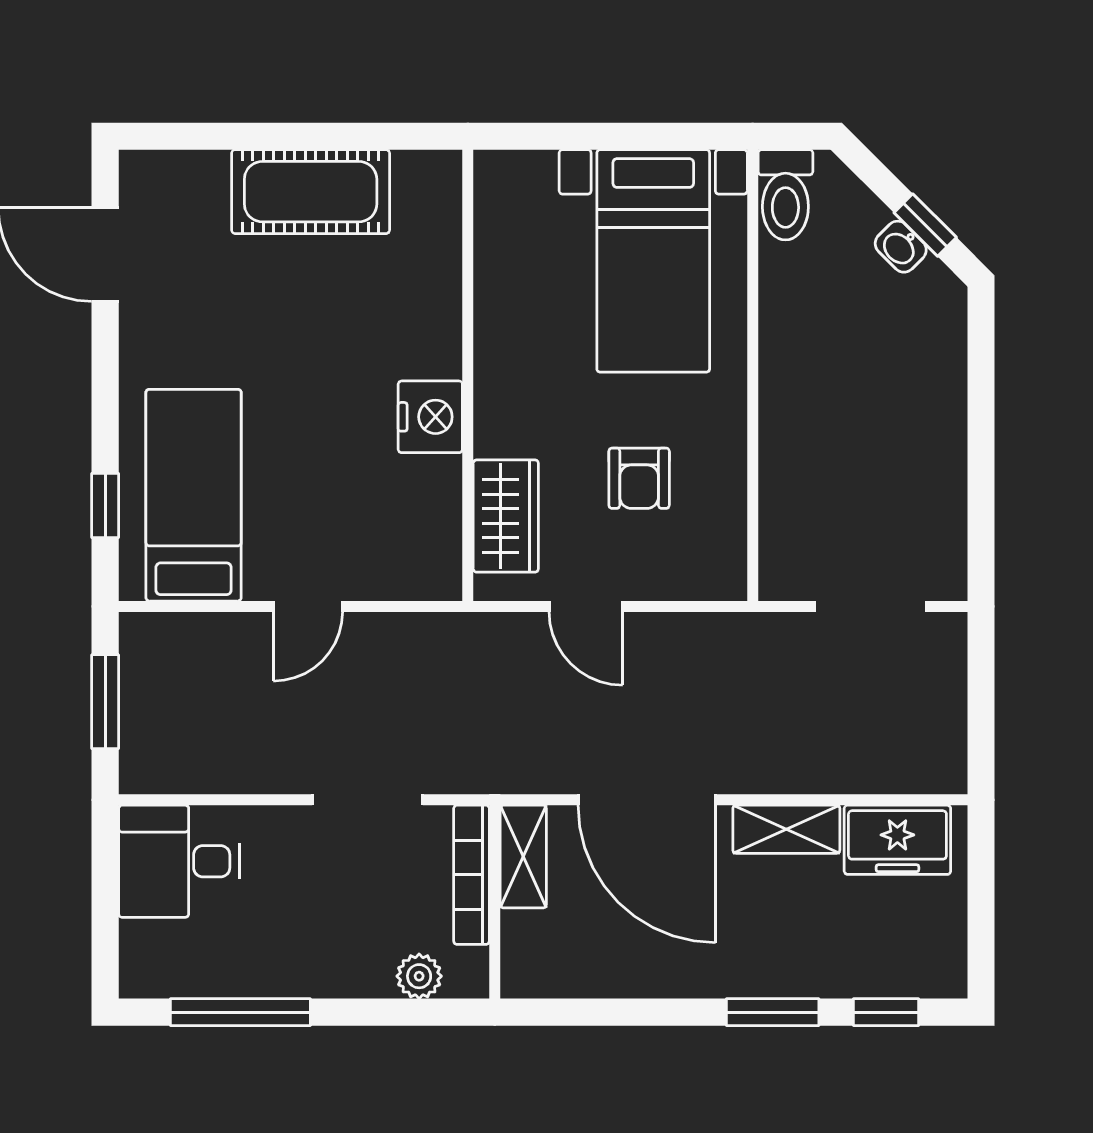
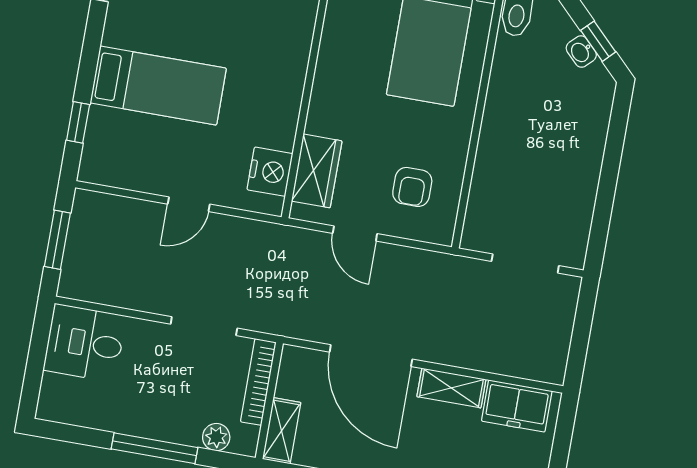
nightstand: (430, 417) -> (270, 172), moved
armchair: (639, 478) -> (412, 187), moved
bed: (194, 495) -> (158, 86), moved, turned 90
shelving: (523, 857) -> (282, 431), moved
window: (240, 1012) -> (154, 448), moved

